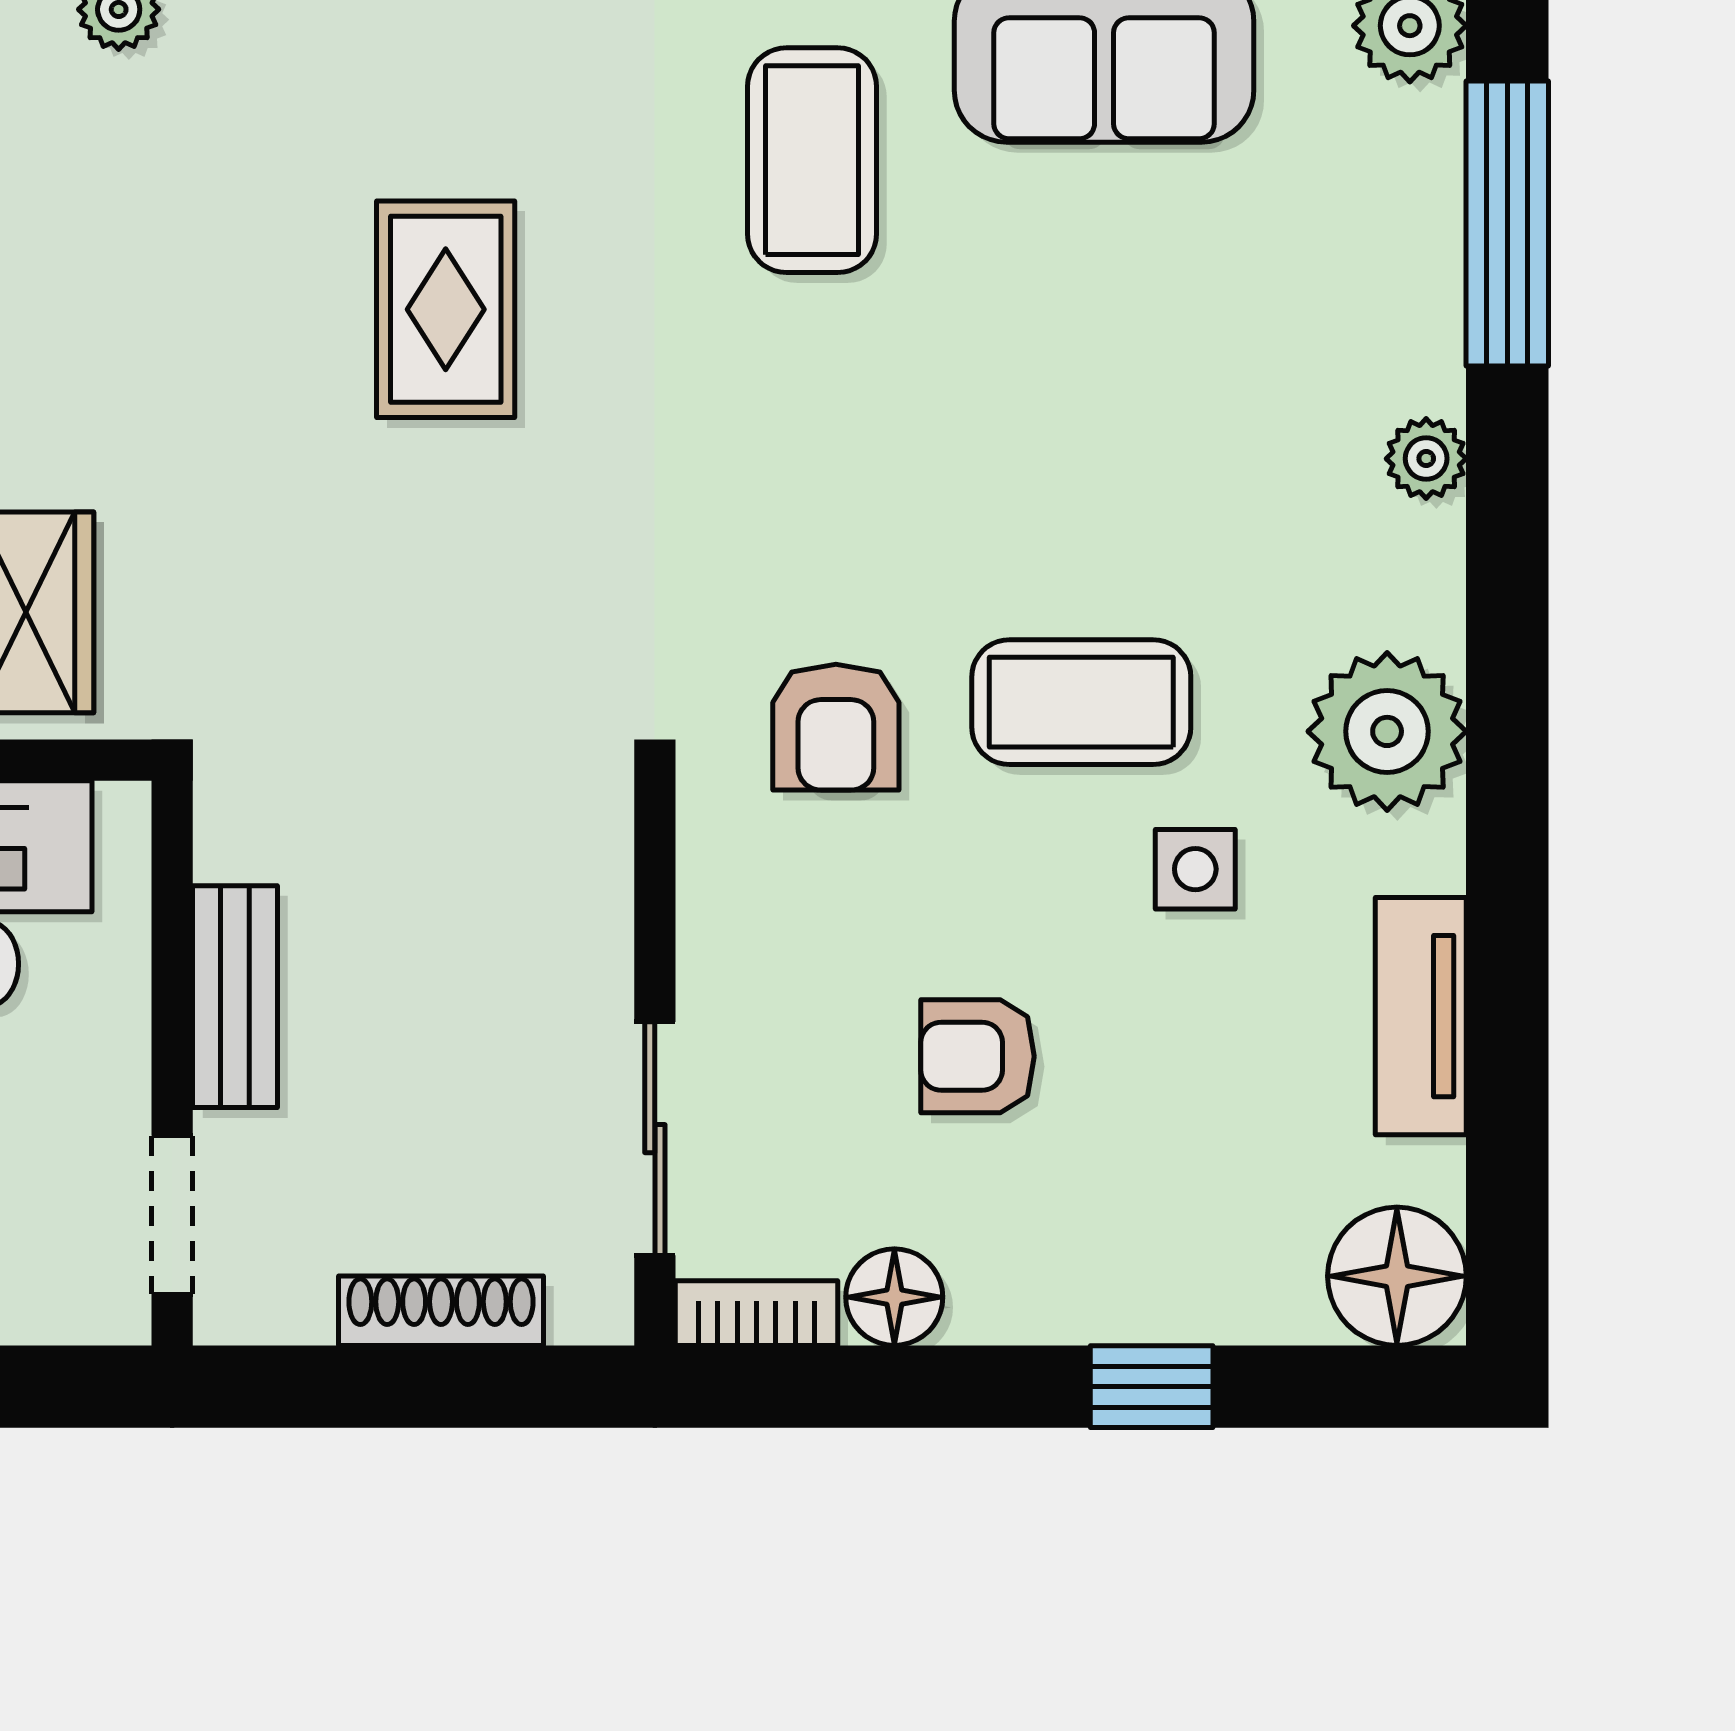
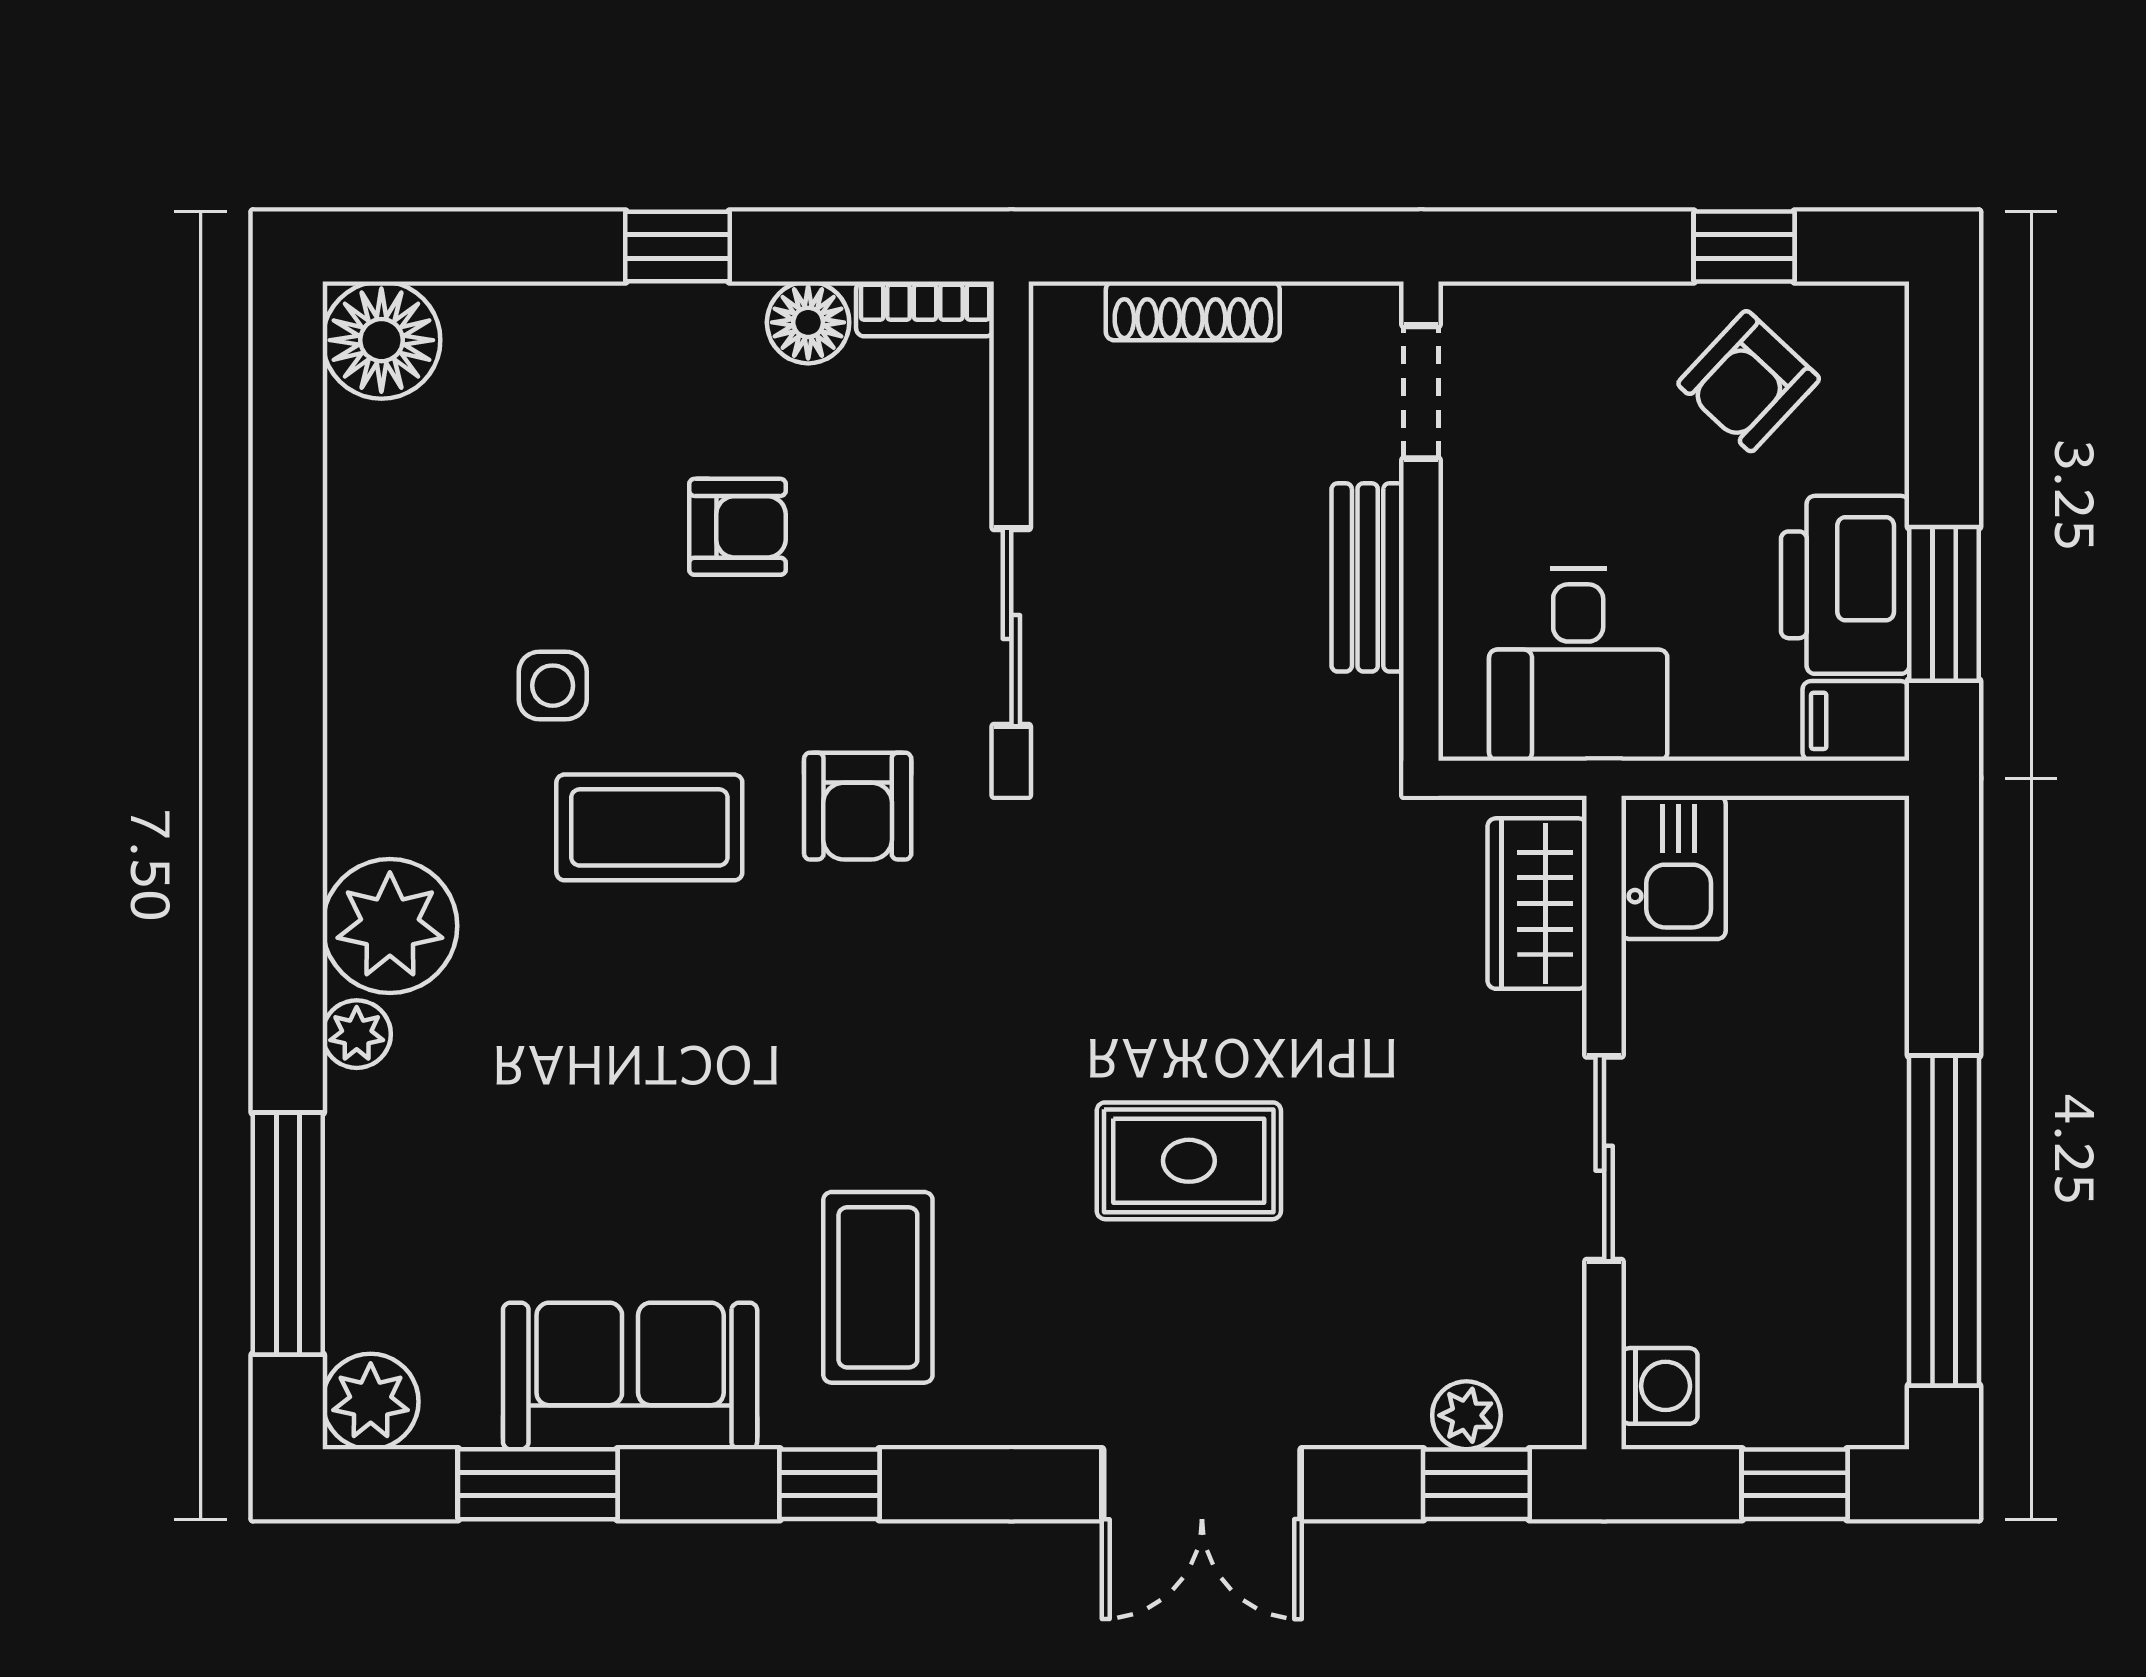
rug: (446, 309) -> (1189, 1161), turned 90
armchair: (836, 727) -> (858, 806), turned 180
plant: (1387, 731) -> (390, 926), moved
tv unit: (1421, 1016) -> (361, 561), removed
sliding door: (655, 1139) -> (1011, 627), moved
window: (1152, 1387) -> (678, 246), moved

